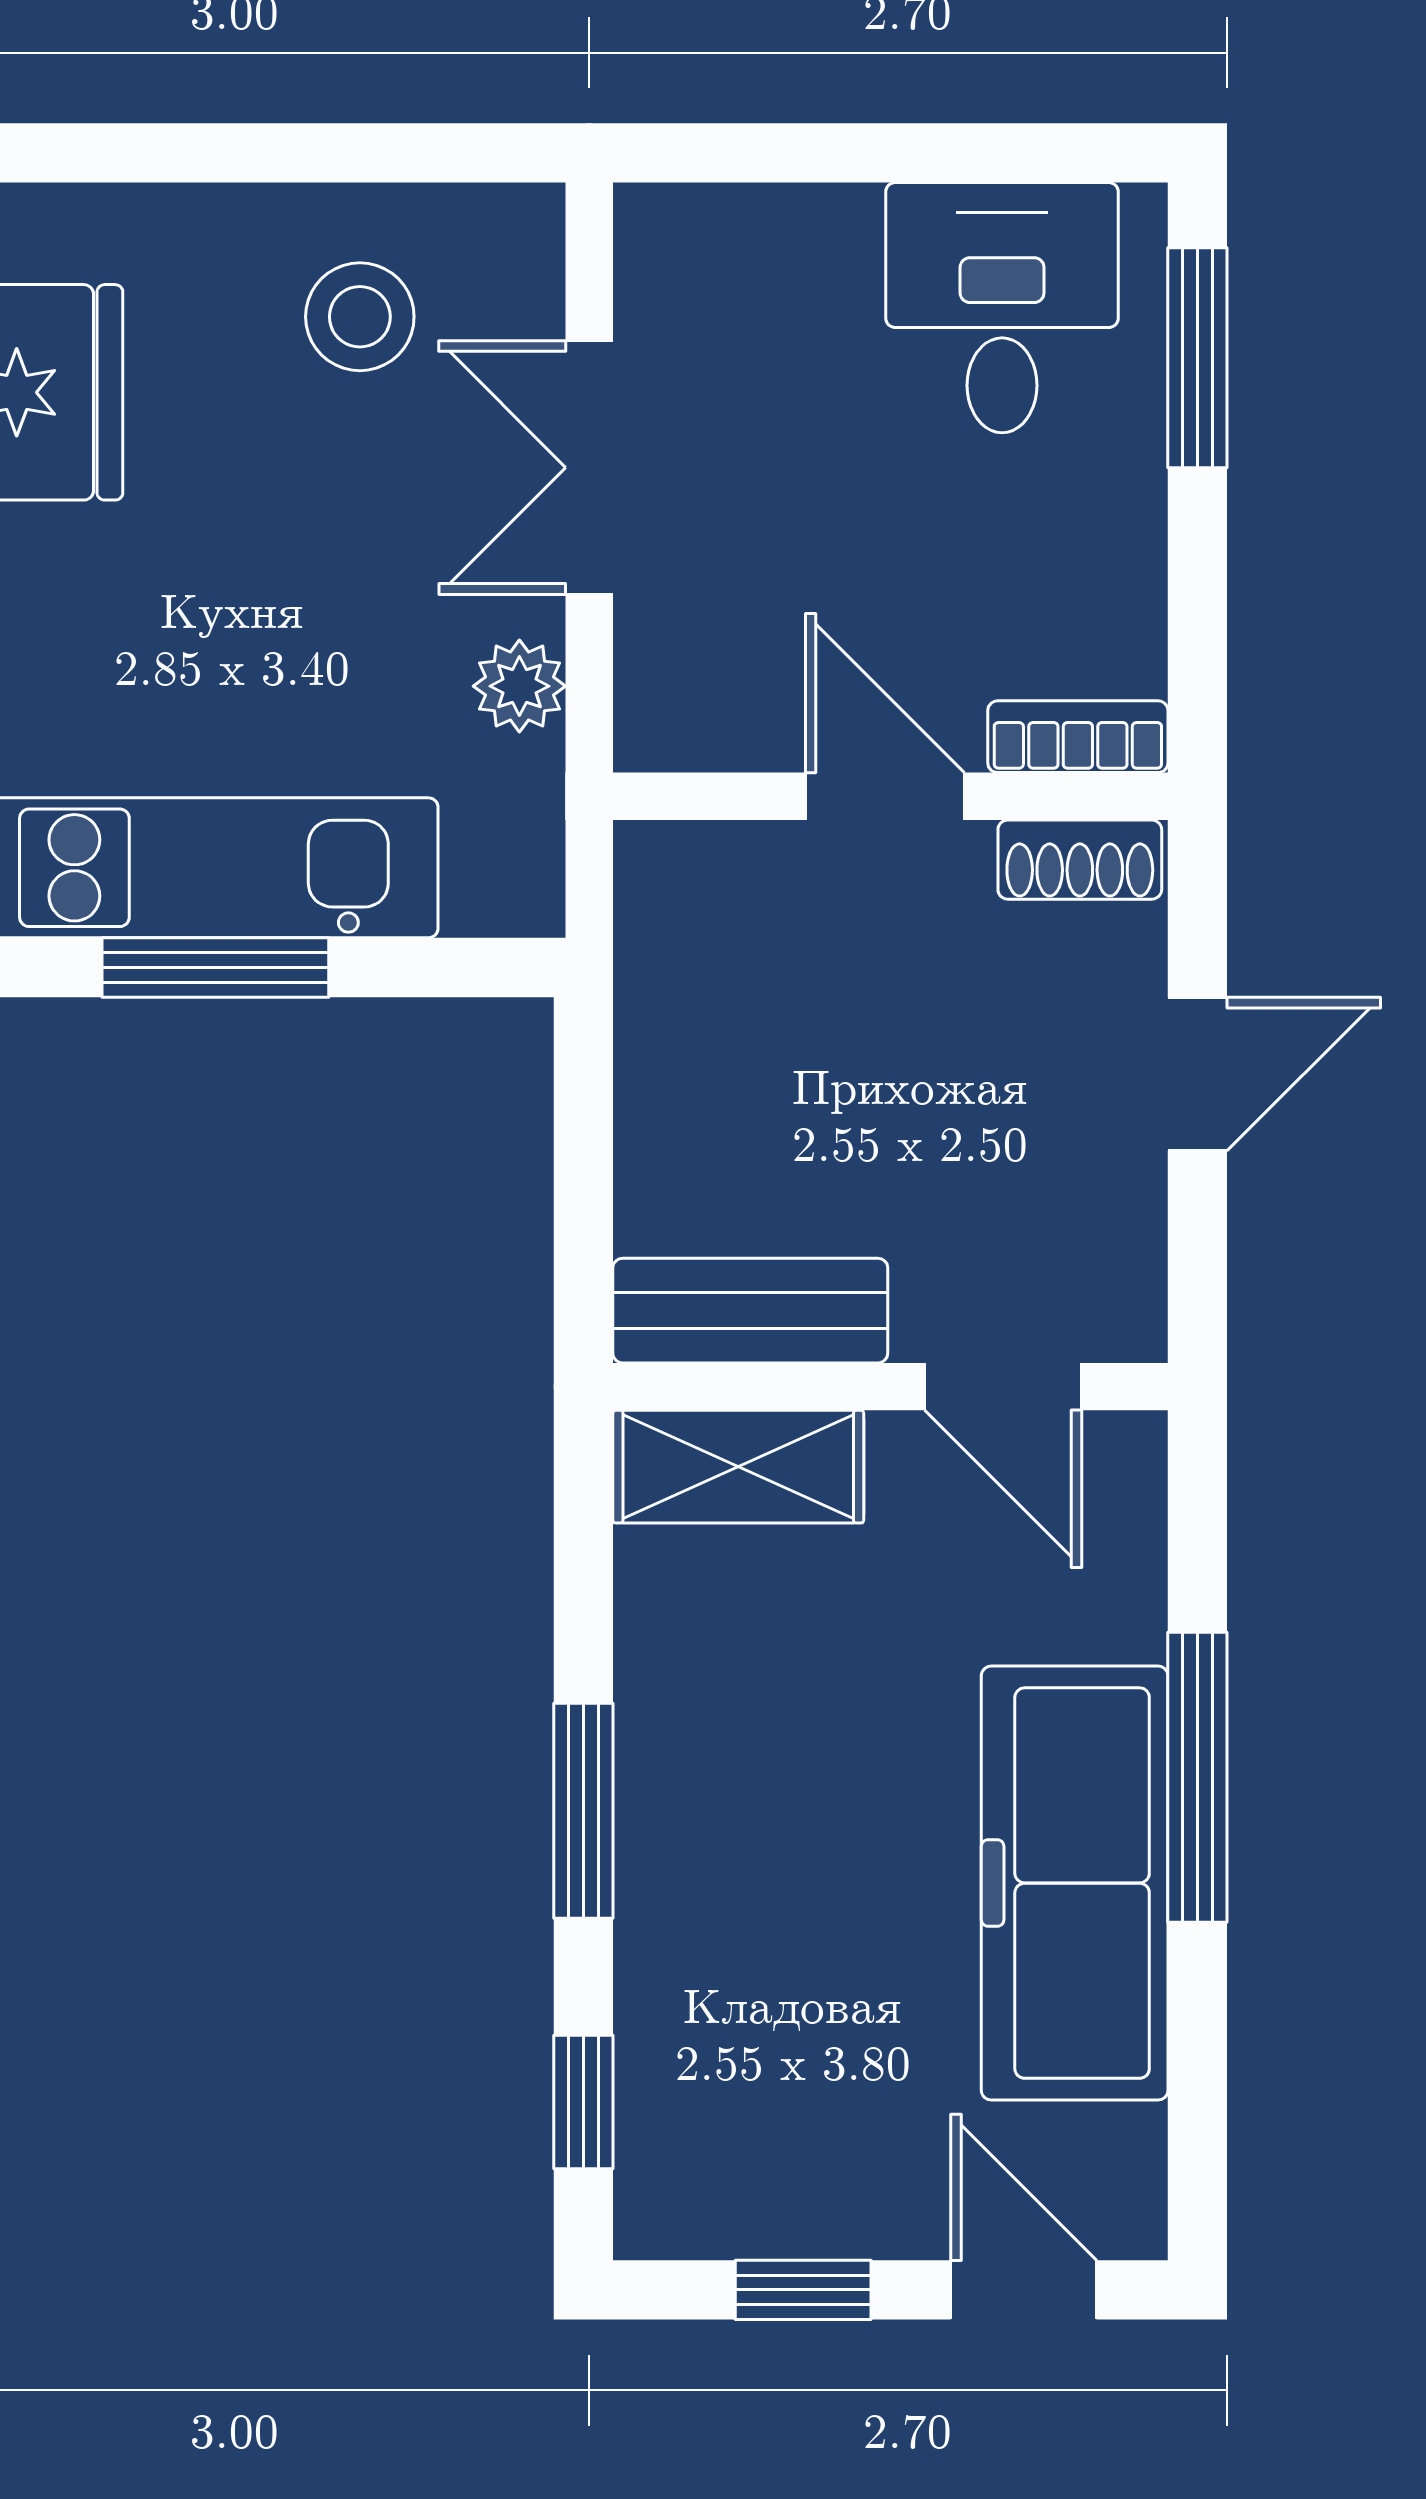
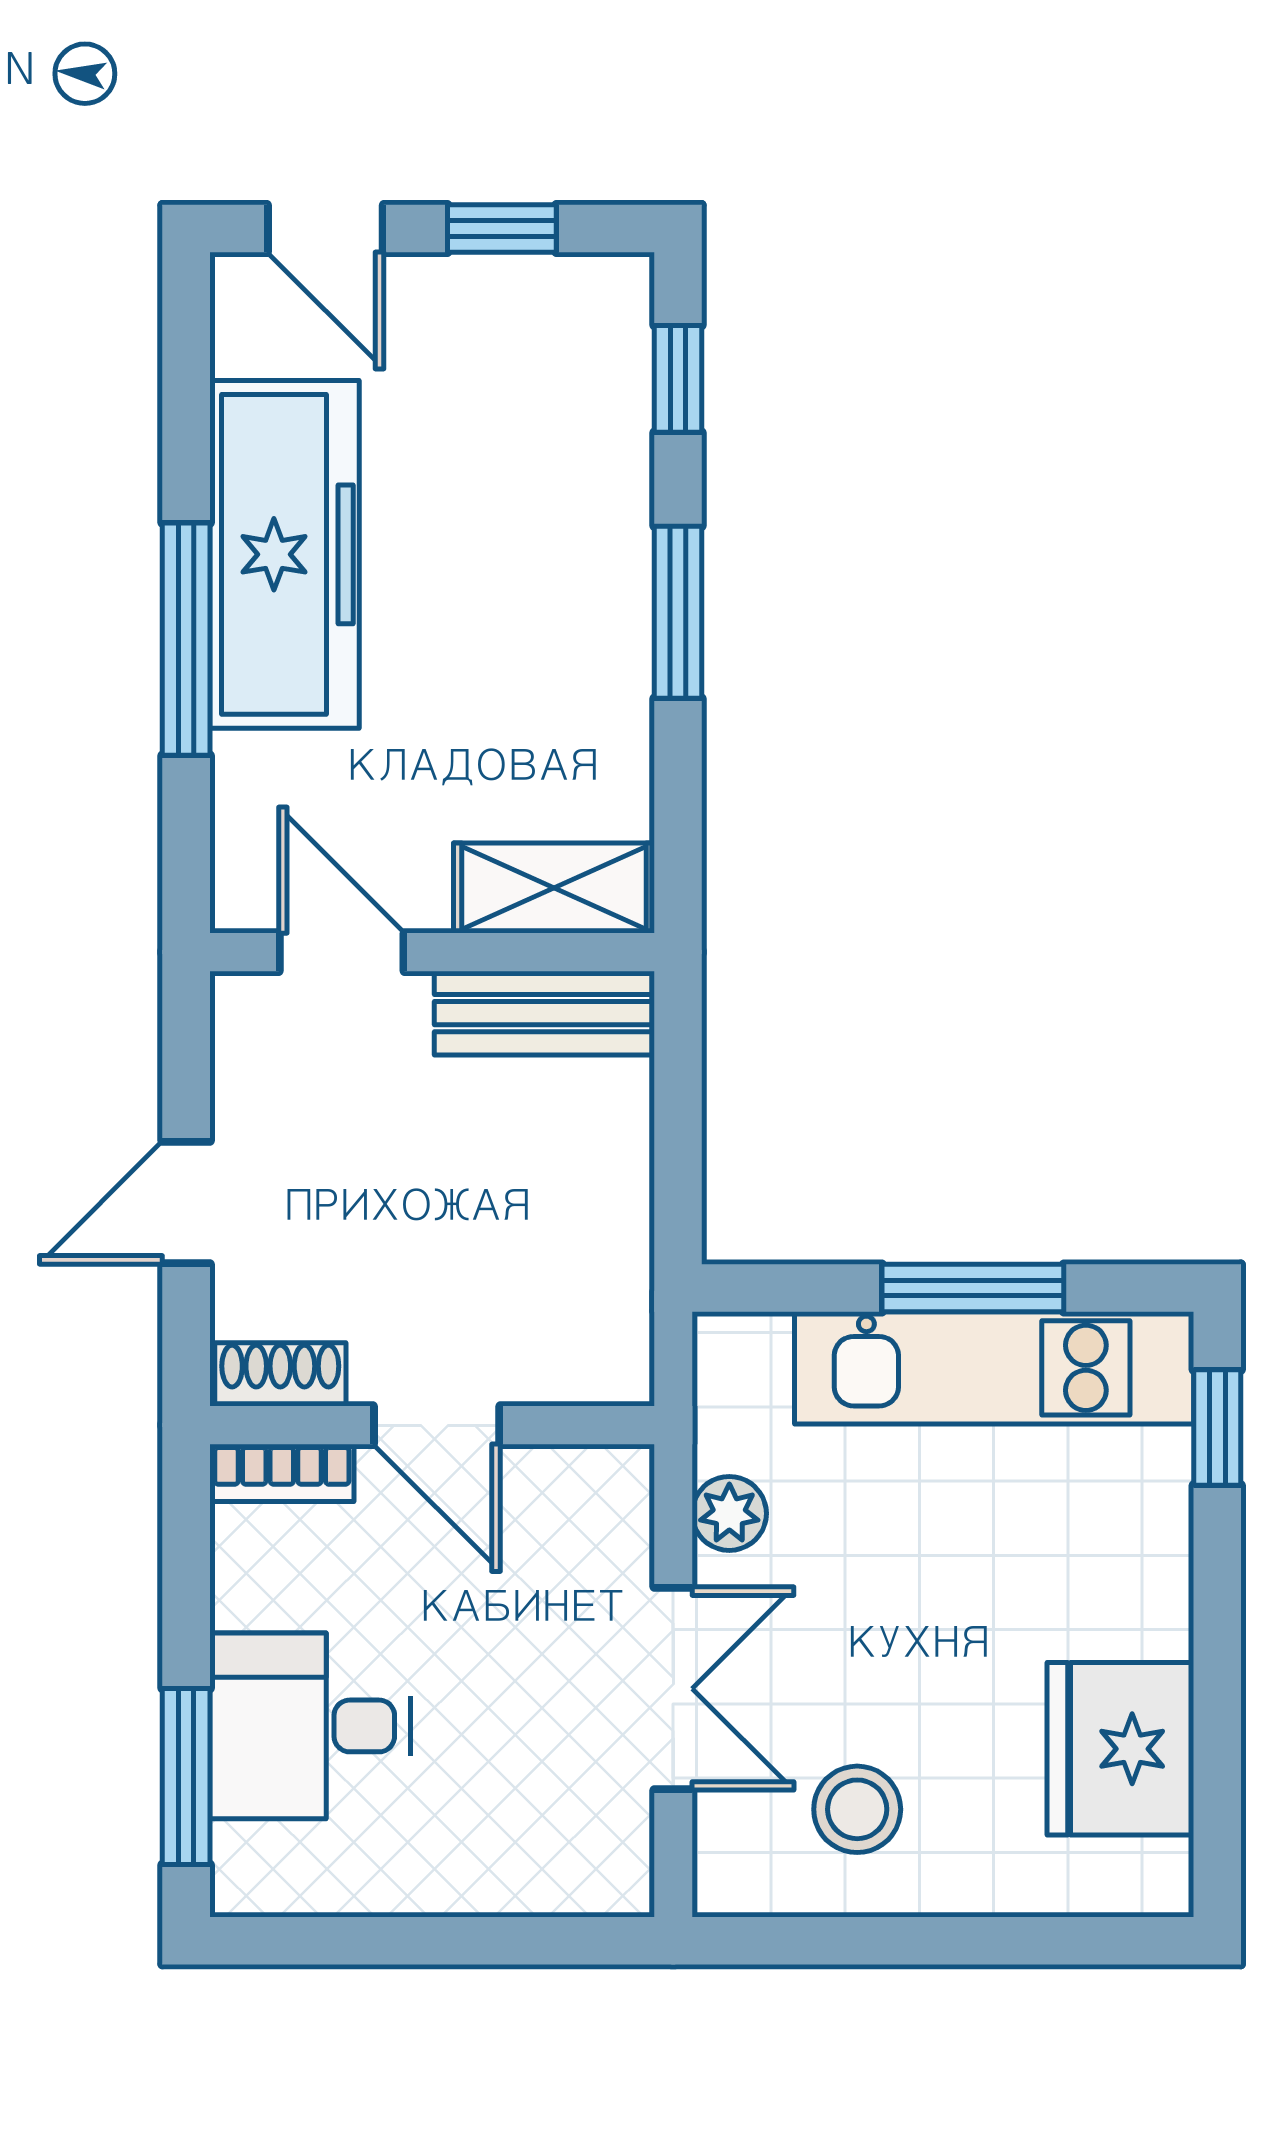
desk: (1002, 308) -> (310, 1726), moved, turned 90

